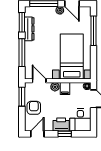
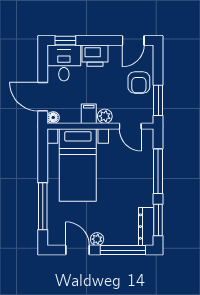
dresser: (29, 29) -> (146, 227), moved
window: (65, 134) -> (65, 41), moved

